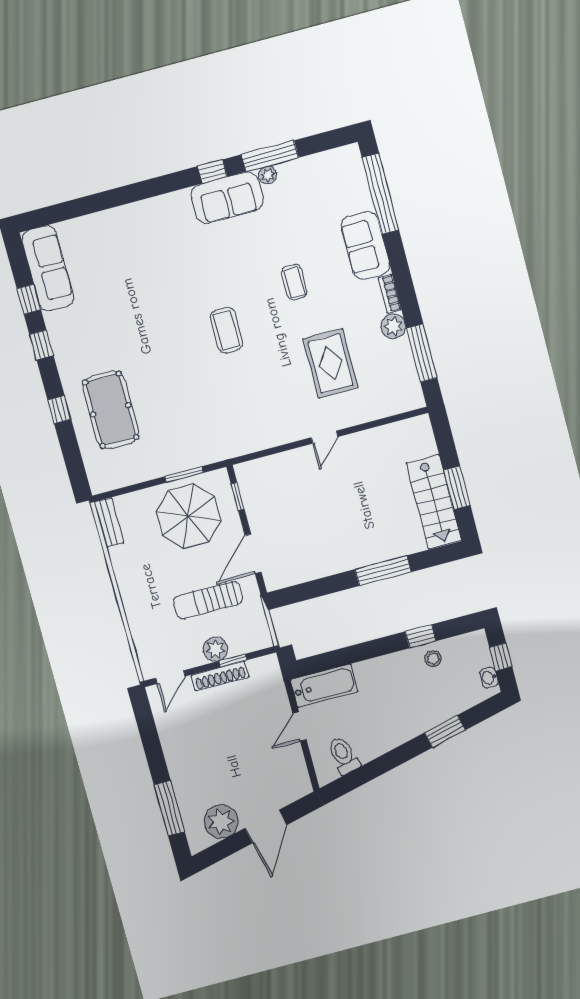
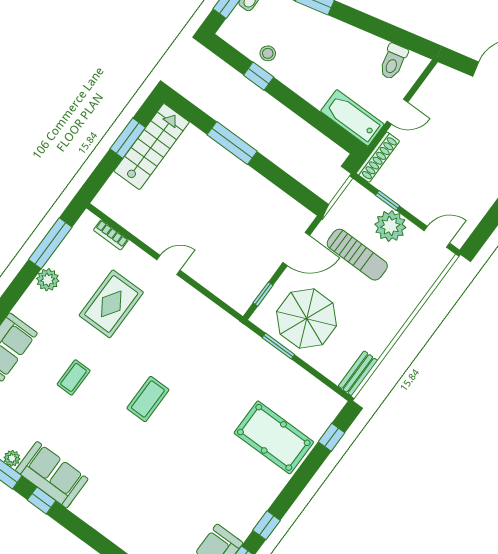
bookcase: (390, 294) -> (111, 235), moved, turned 90
window: (59, 410) -> (331, 437), moved
pool table: (111, 410) -> (274, 437), turned 90
plant: (215, 649) -> (390, 226), width x1.36, depth x1.36
shoe rack: (220, 676) -> (378, 157), moved, turned 90

